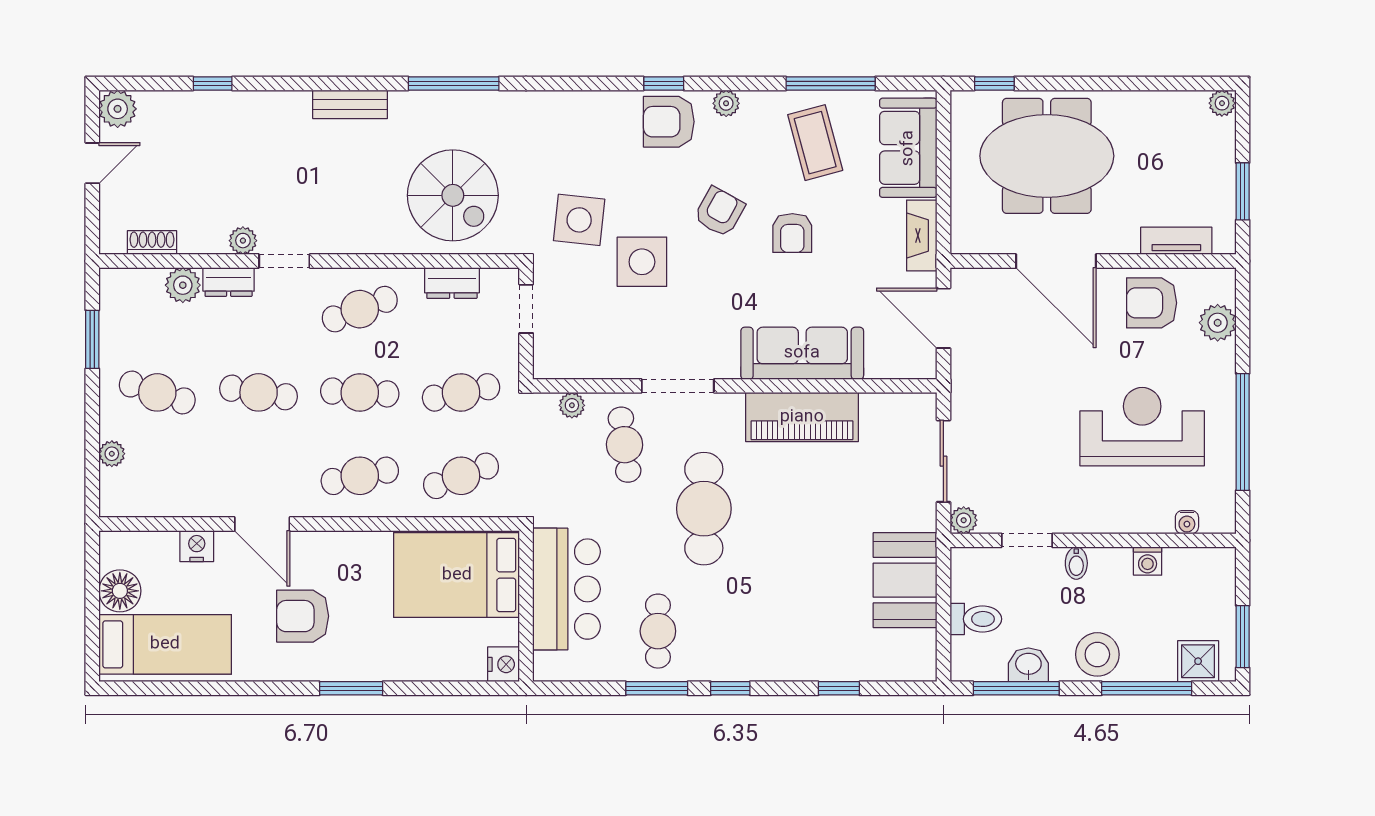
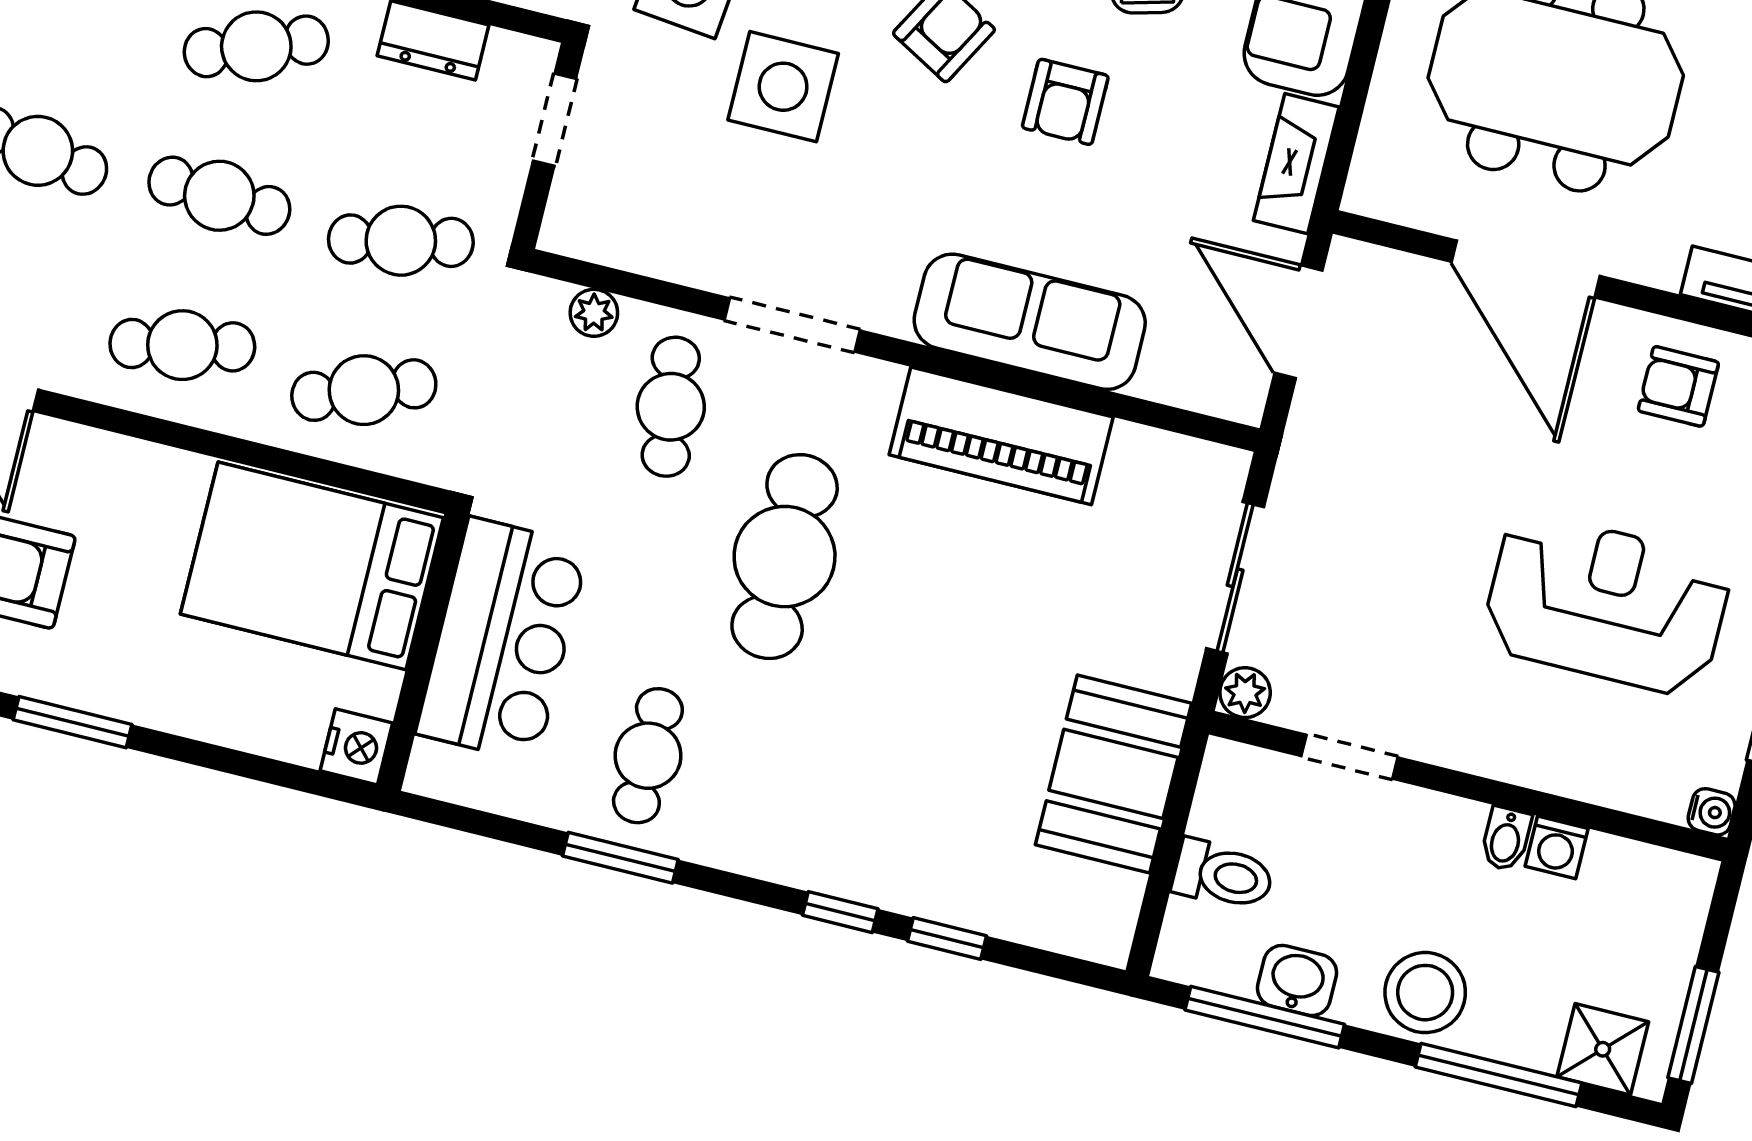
armchair: (1152, 303) -> (1678, 386), width x0.72, depth x0.72
water cooler: (1187, 522) -> (1712, 812), moved, turned -90
bidet: (1076, 563) -> (1506, 839), moved
window: (730, 688) -> (840, 912), moved

